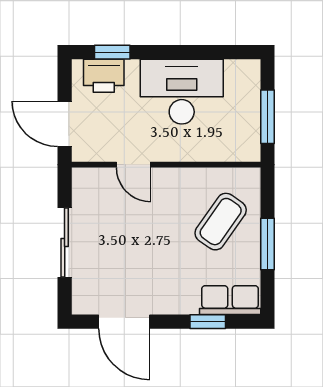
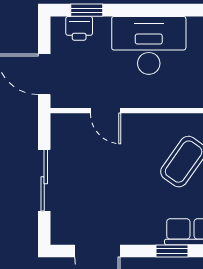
printer: (104, 76) -> (79, 28), width x0.73, depth x0.81

